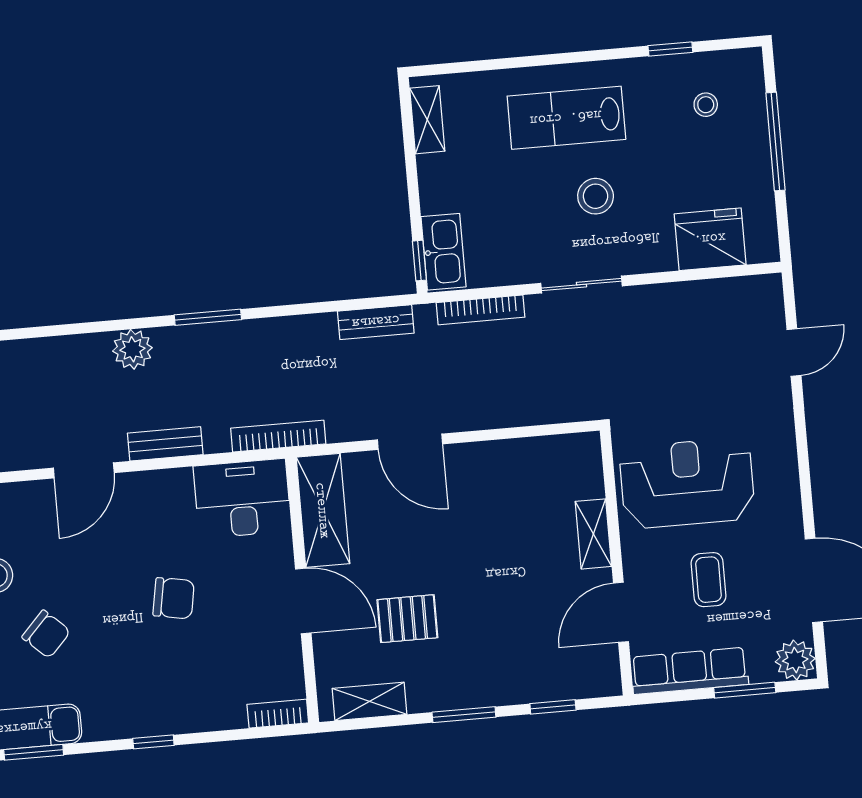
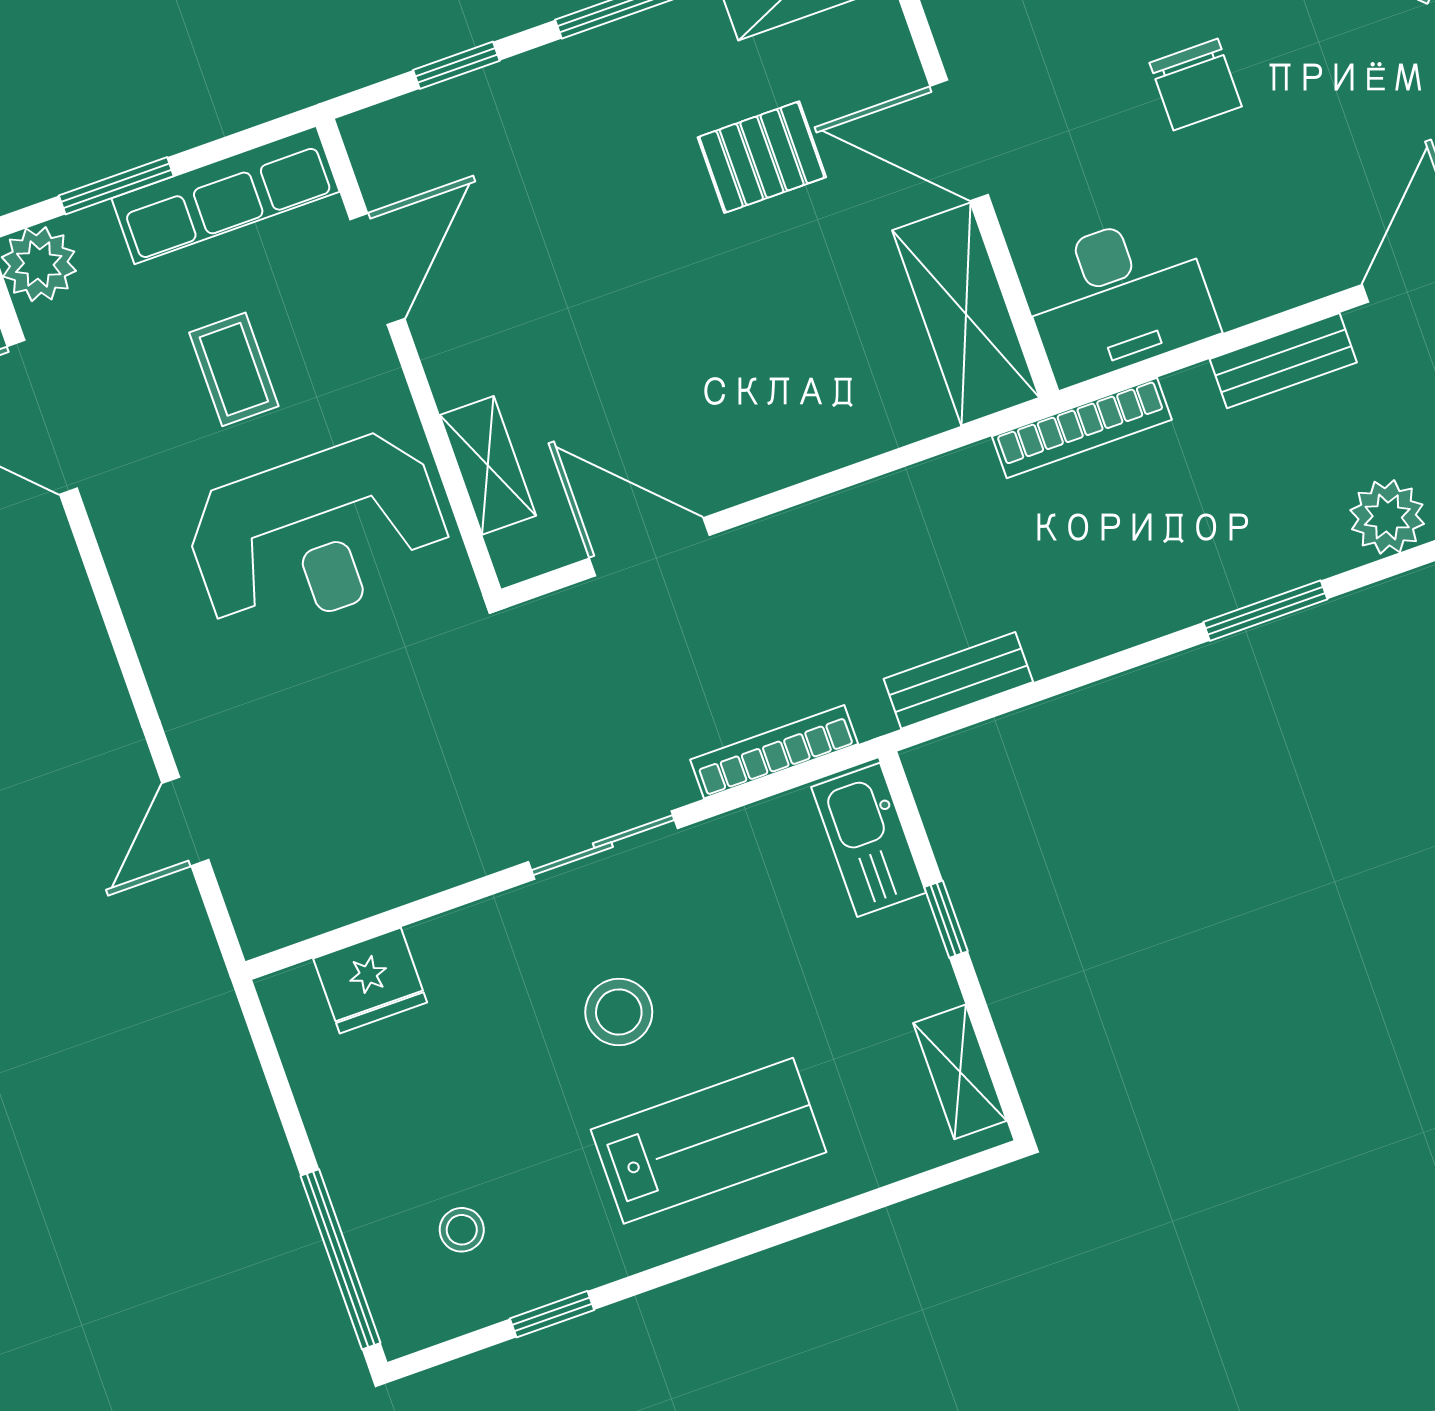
window: (775, 141) -> (340, 1259), moved
fridge: (710, 239) -> (370, 980), width x0.73, depth x0.75
window: (419, 261) -> (946, 919), moved
door: (410, 442) -> (649, 547), moved
shelving: (593, 534) -> (488, 465), moved
chair: (174, 598) -> (1196, 85), turned -100

